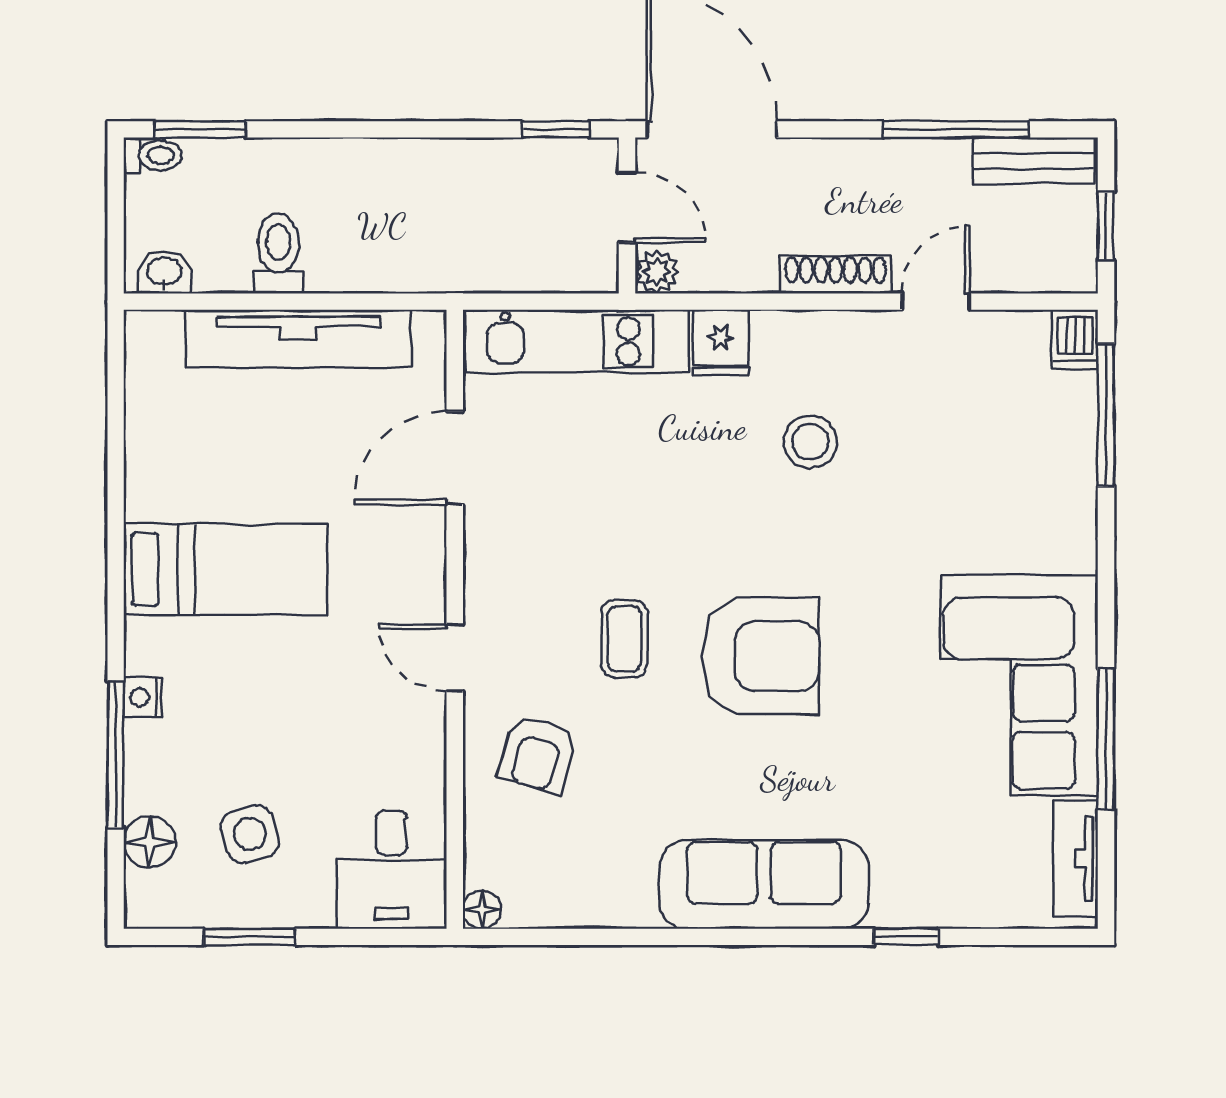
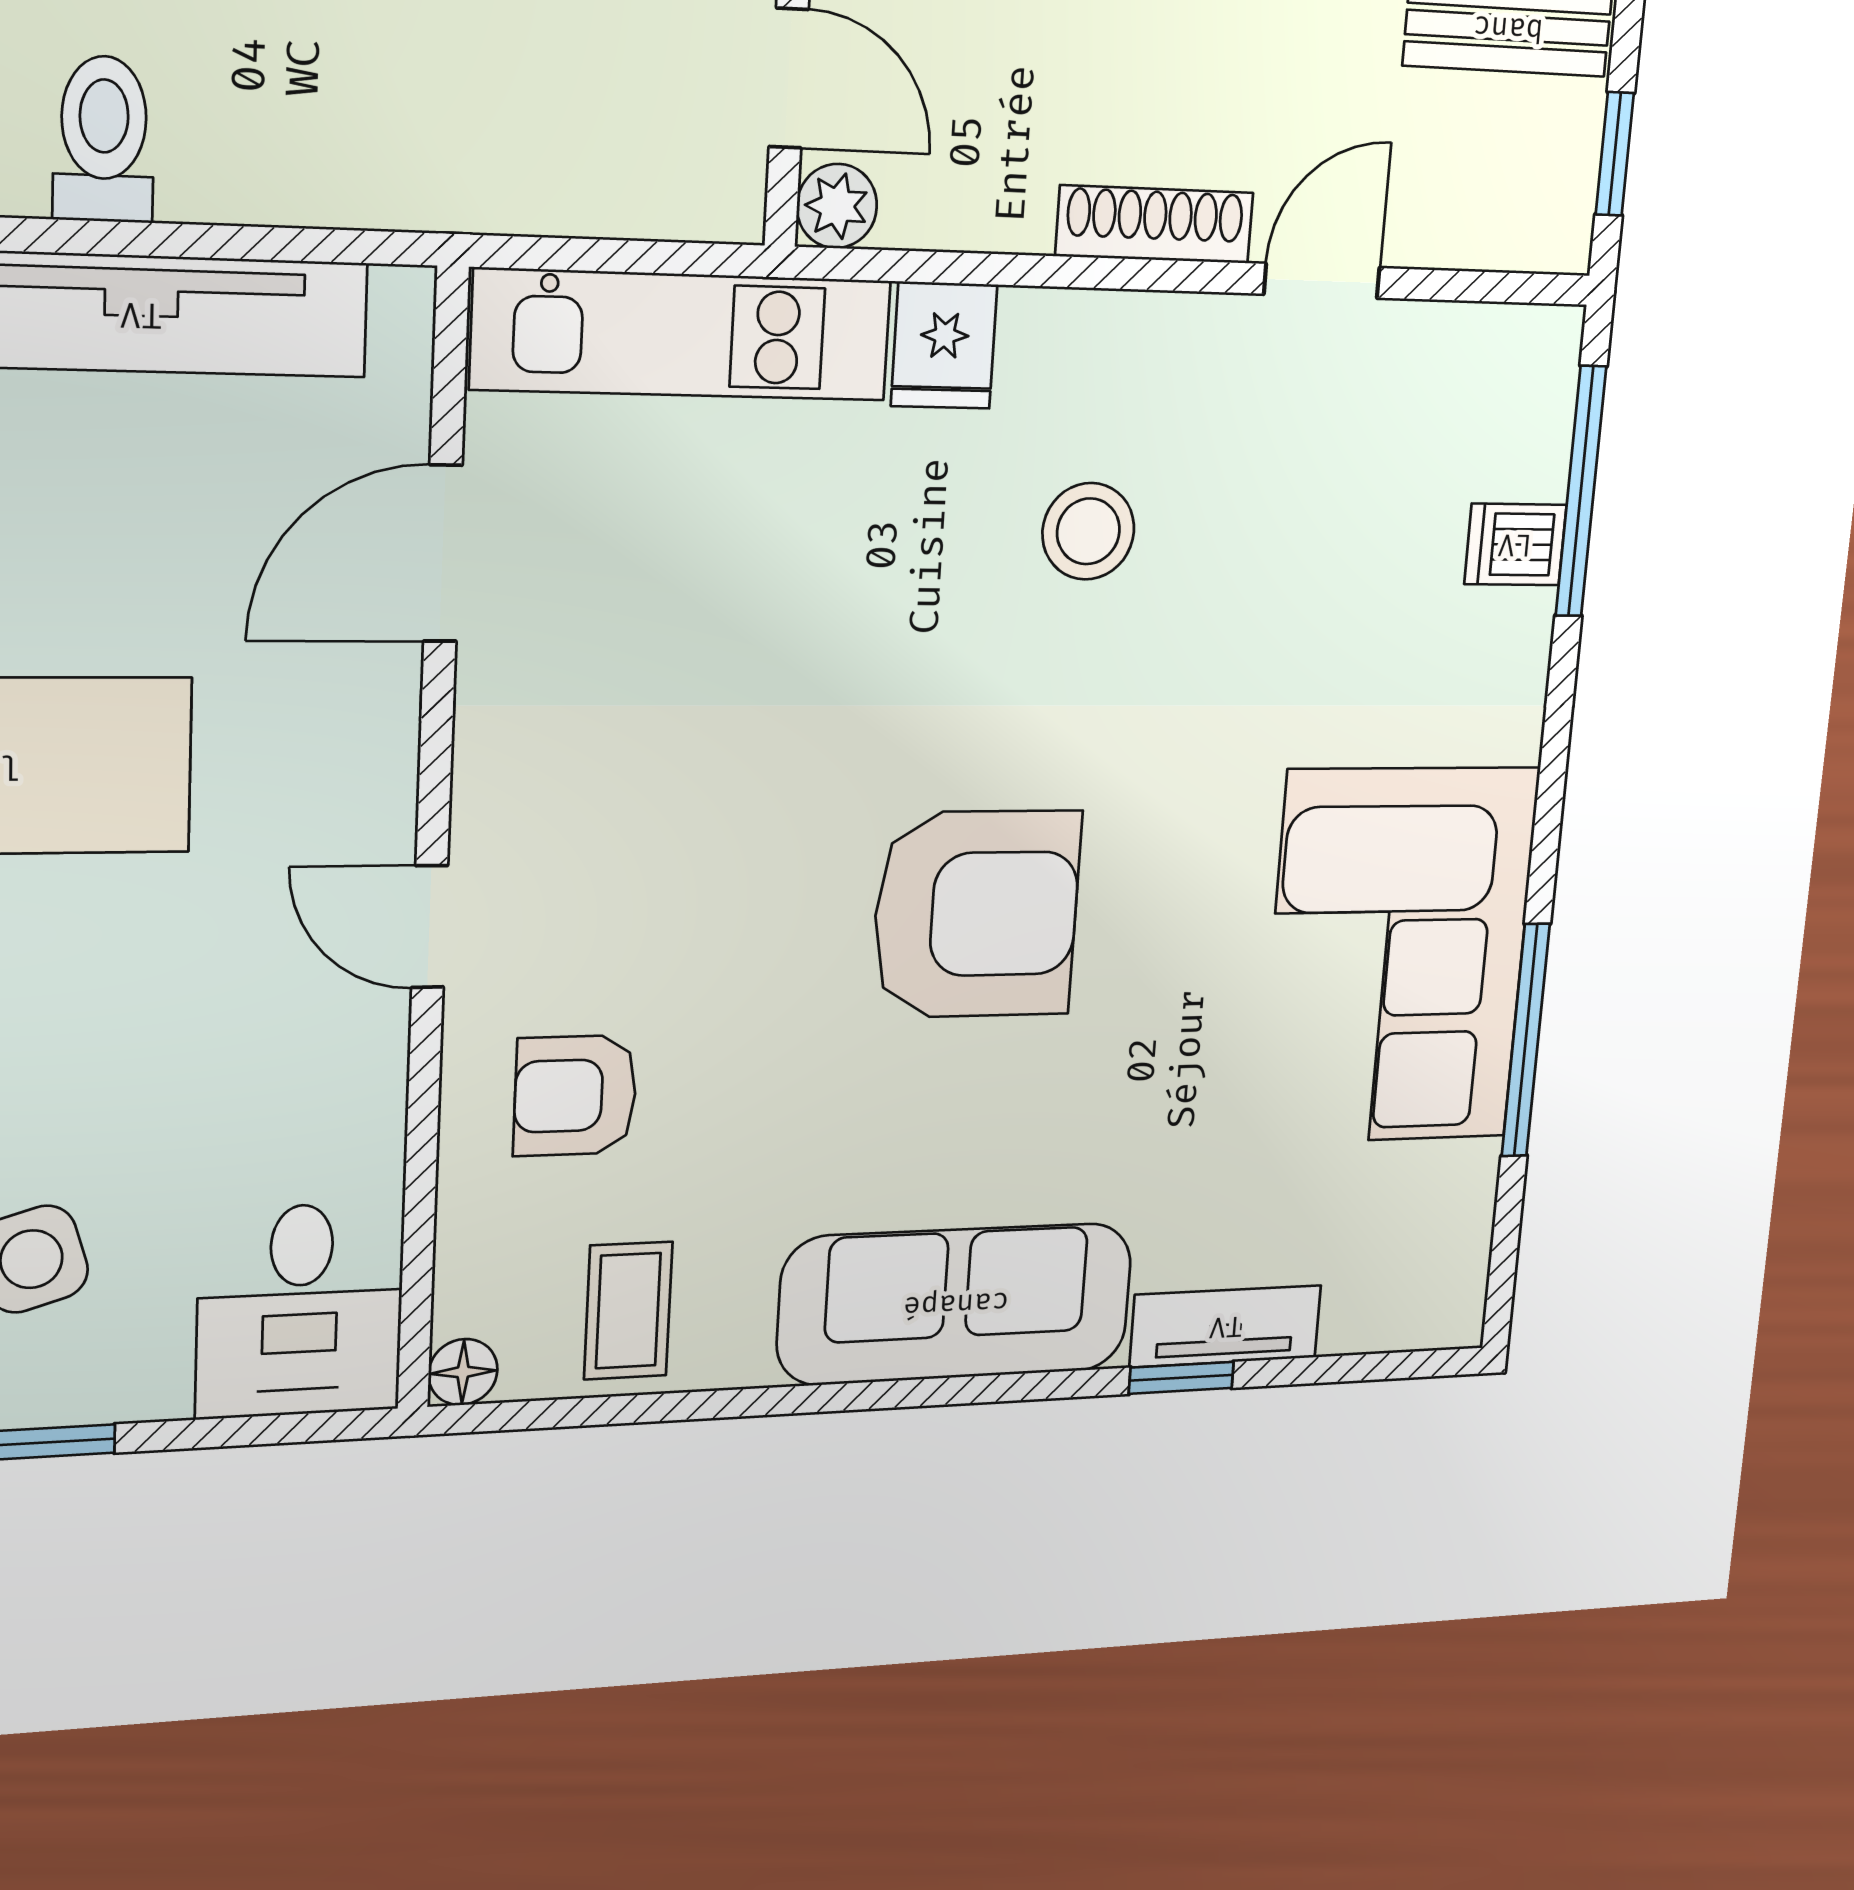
dishwasher: (1075, 339) -> (1515, 544), moved, turned 90
coffee table: (624, 639) -> (628, 1311), moved
armchair: (538, 754) -> (575, 1095), turned 74
tv unit: (1076, 859) -> (1226, 1326), moved, turned 90

